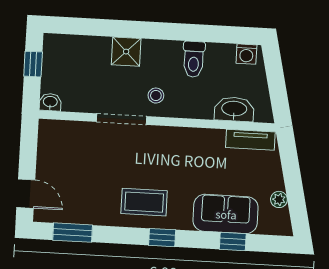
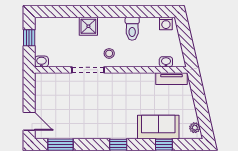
washbasin: (234, 109) -> (166, 62), width x0.52, depth x0.69
plant: (279, 199) -> (195, 128), moved
coffee table: (144, 202) -> (105, 122), removed

